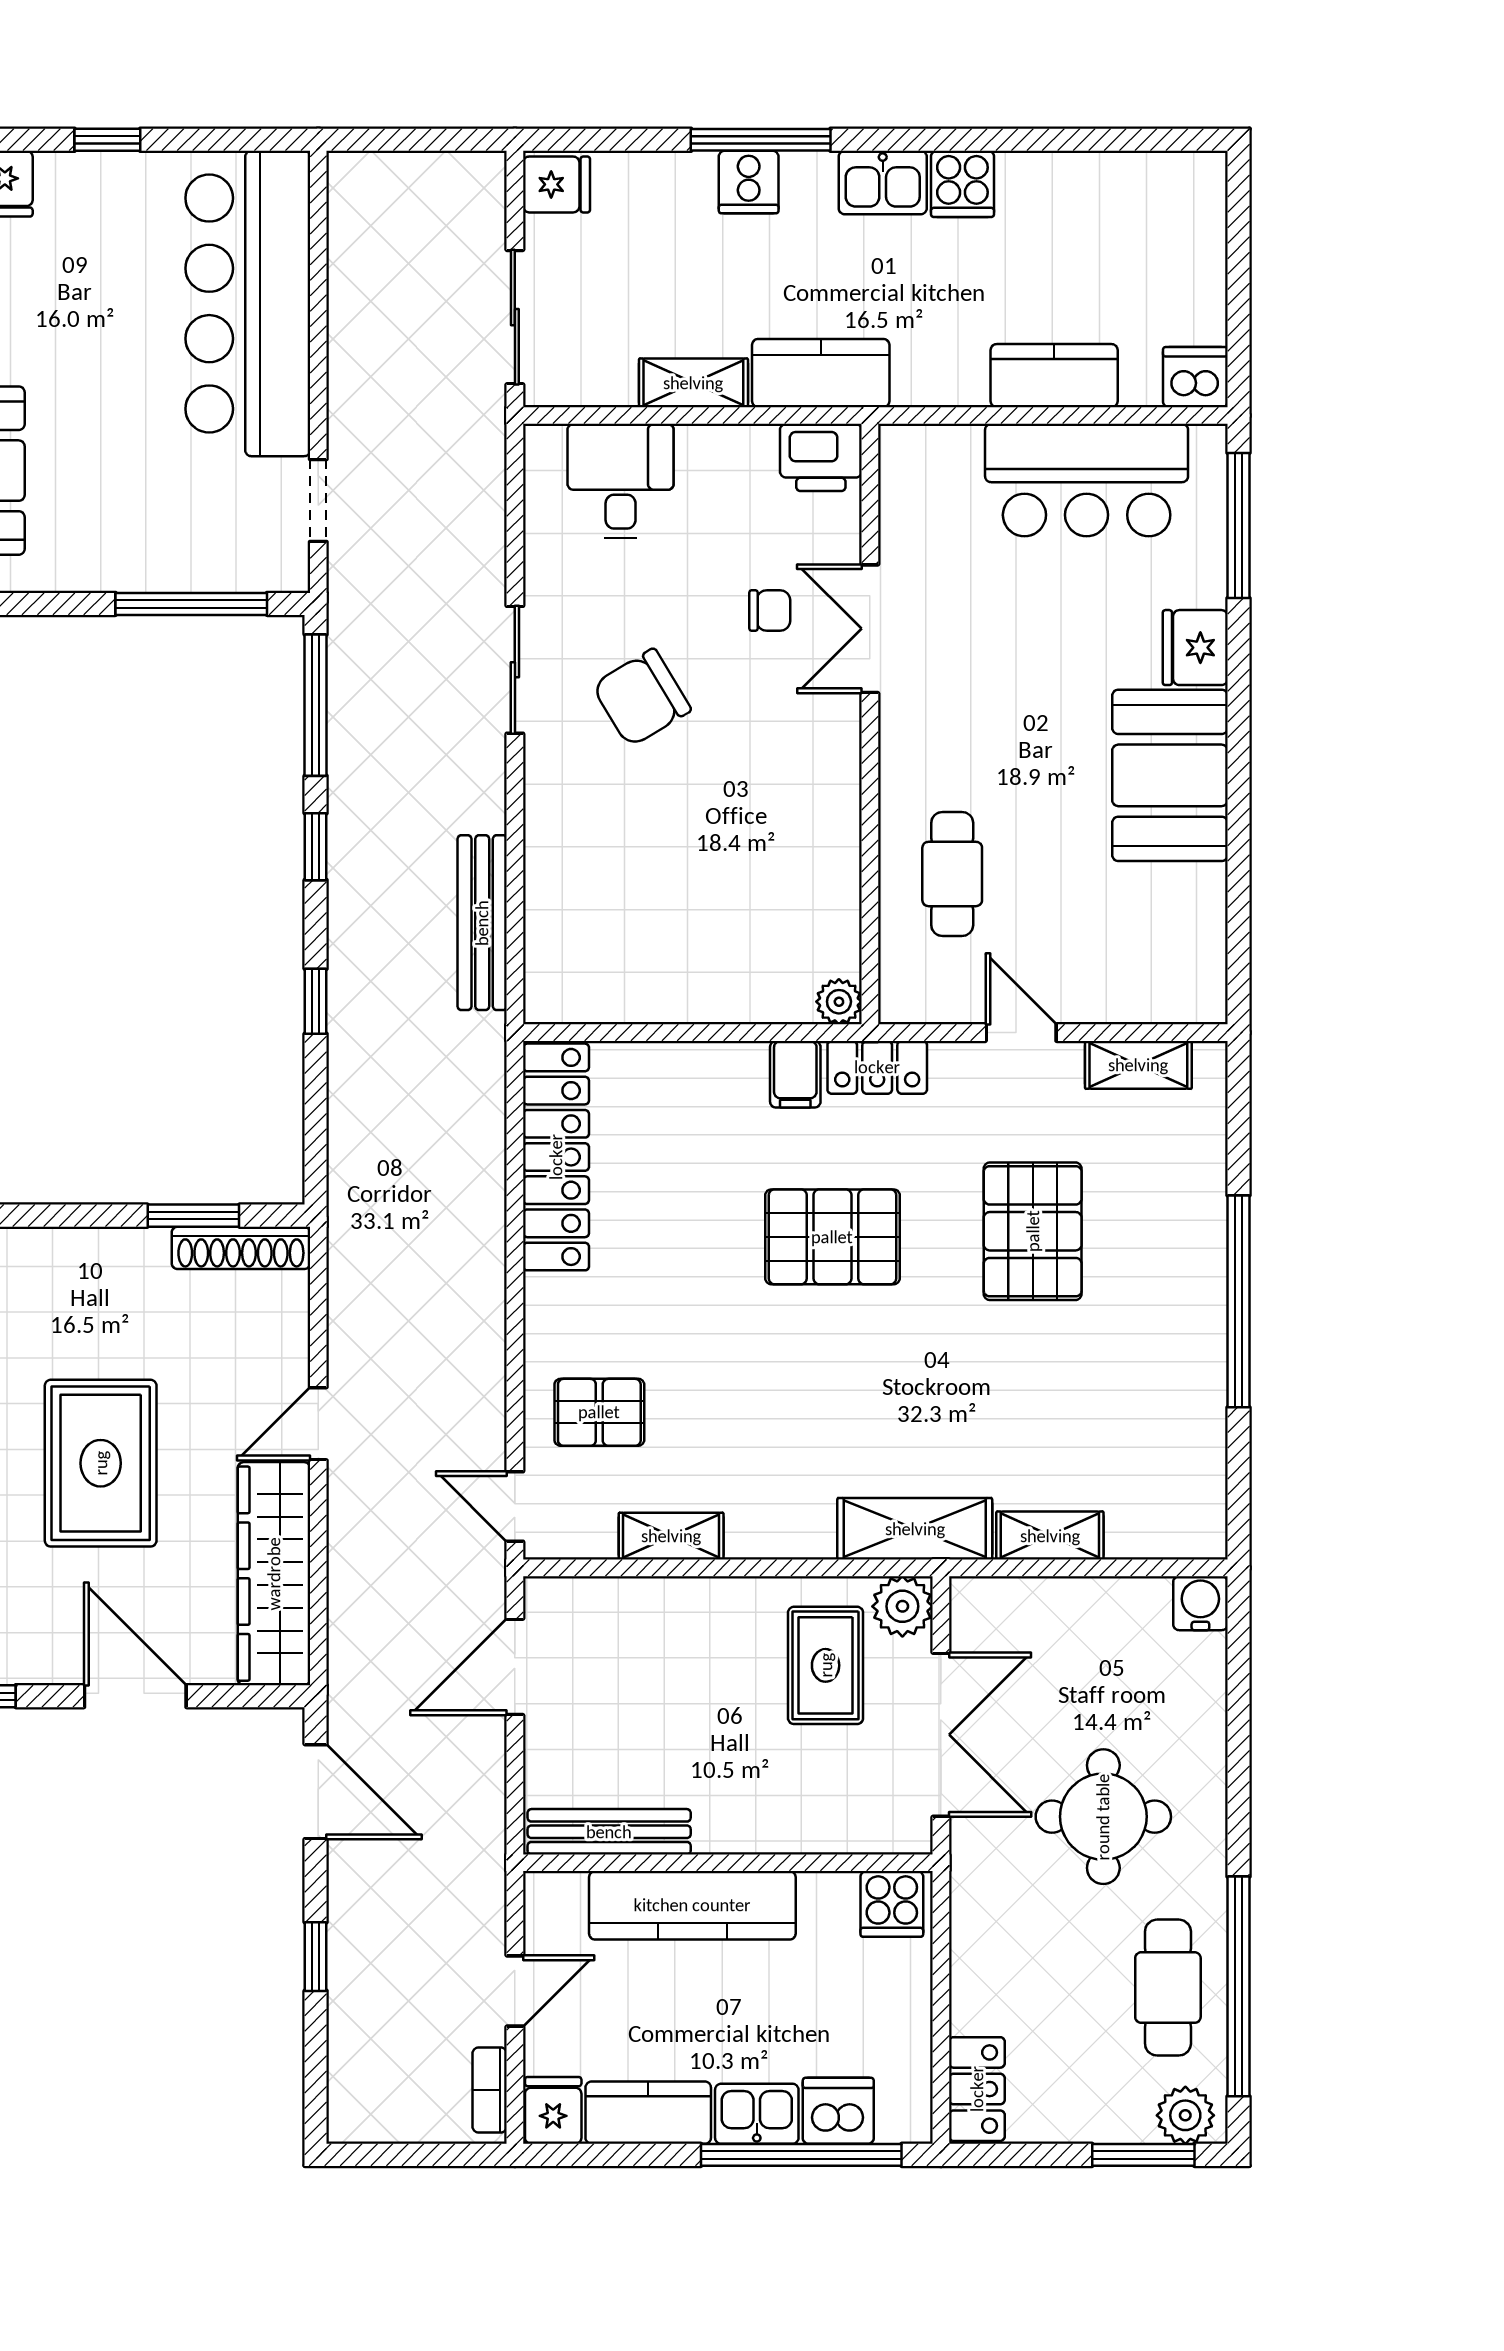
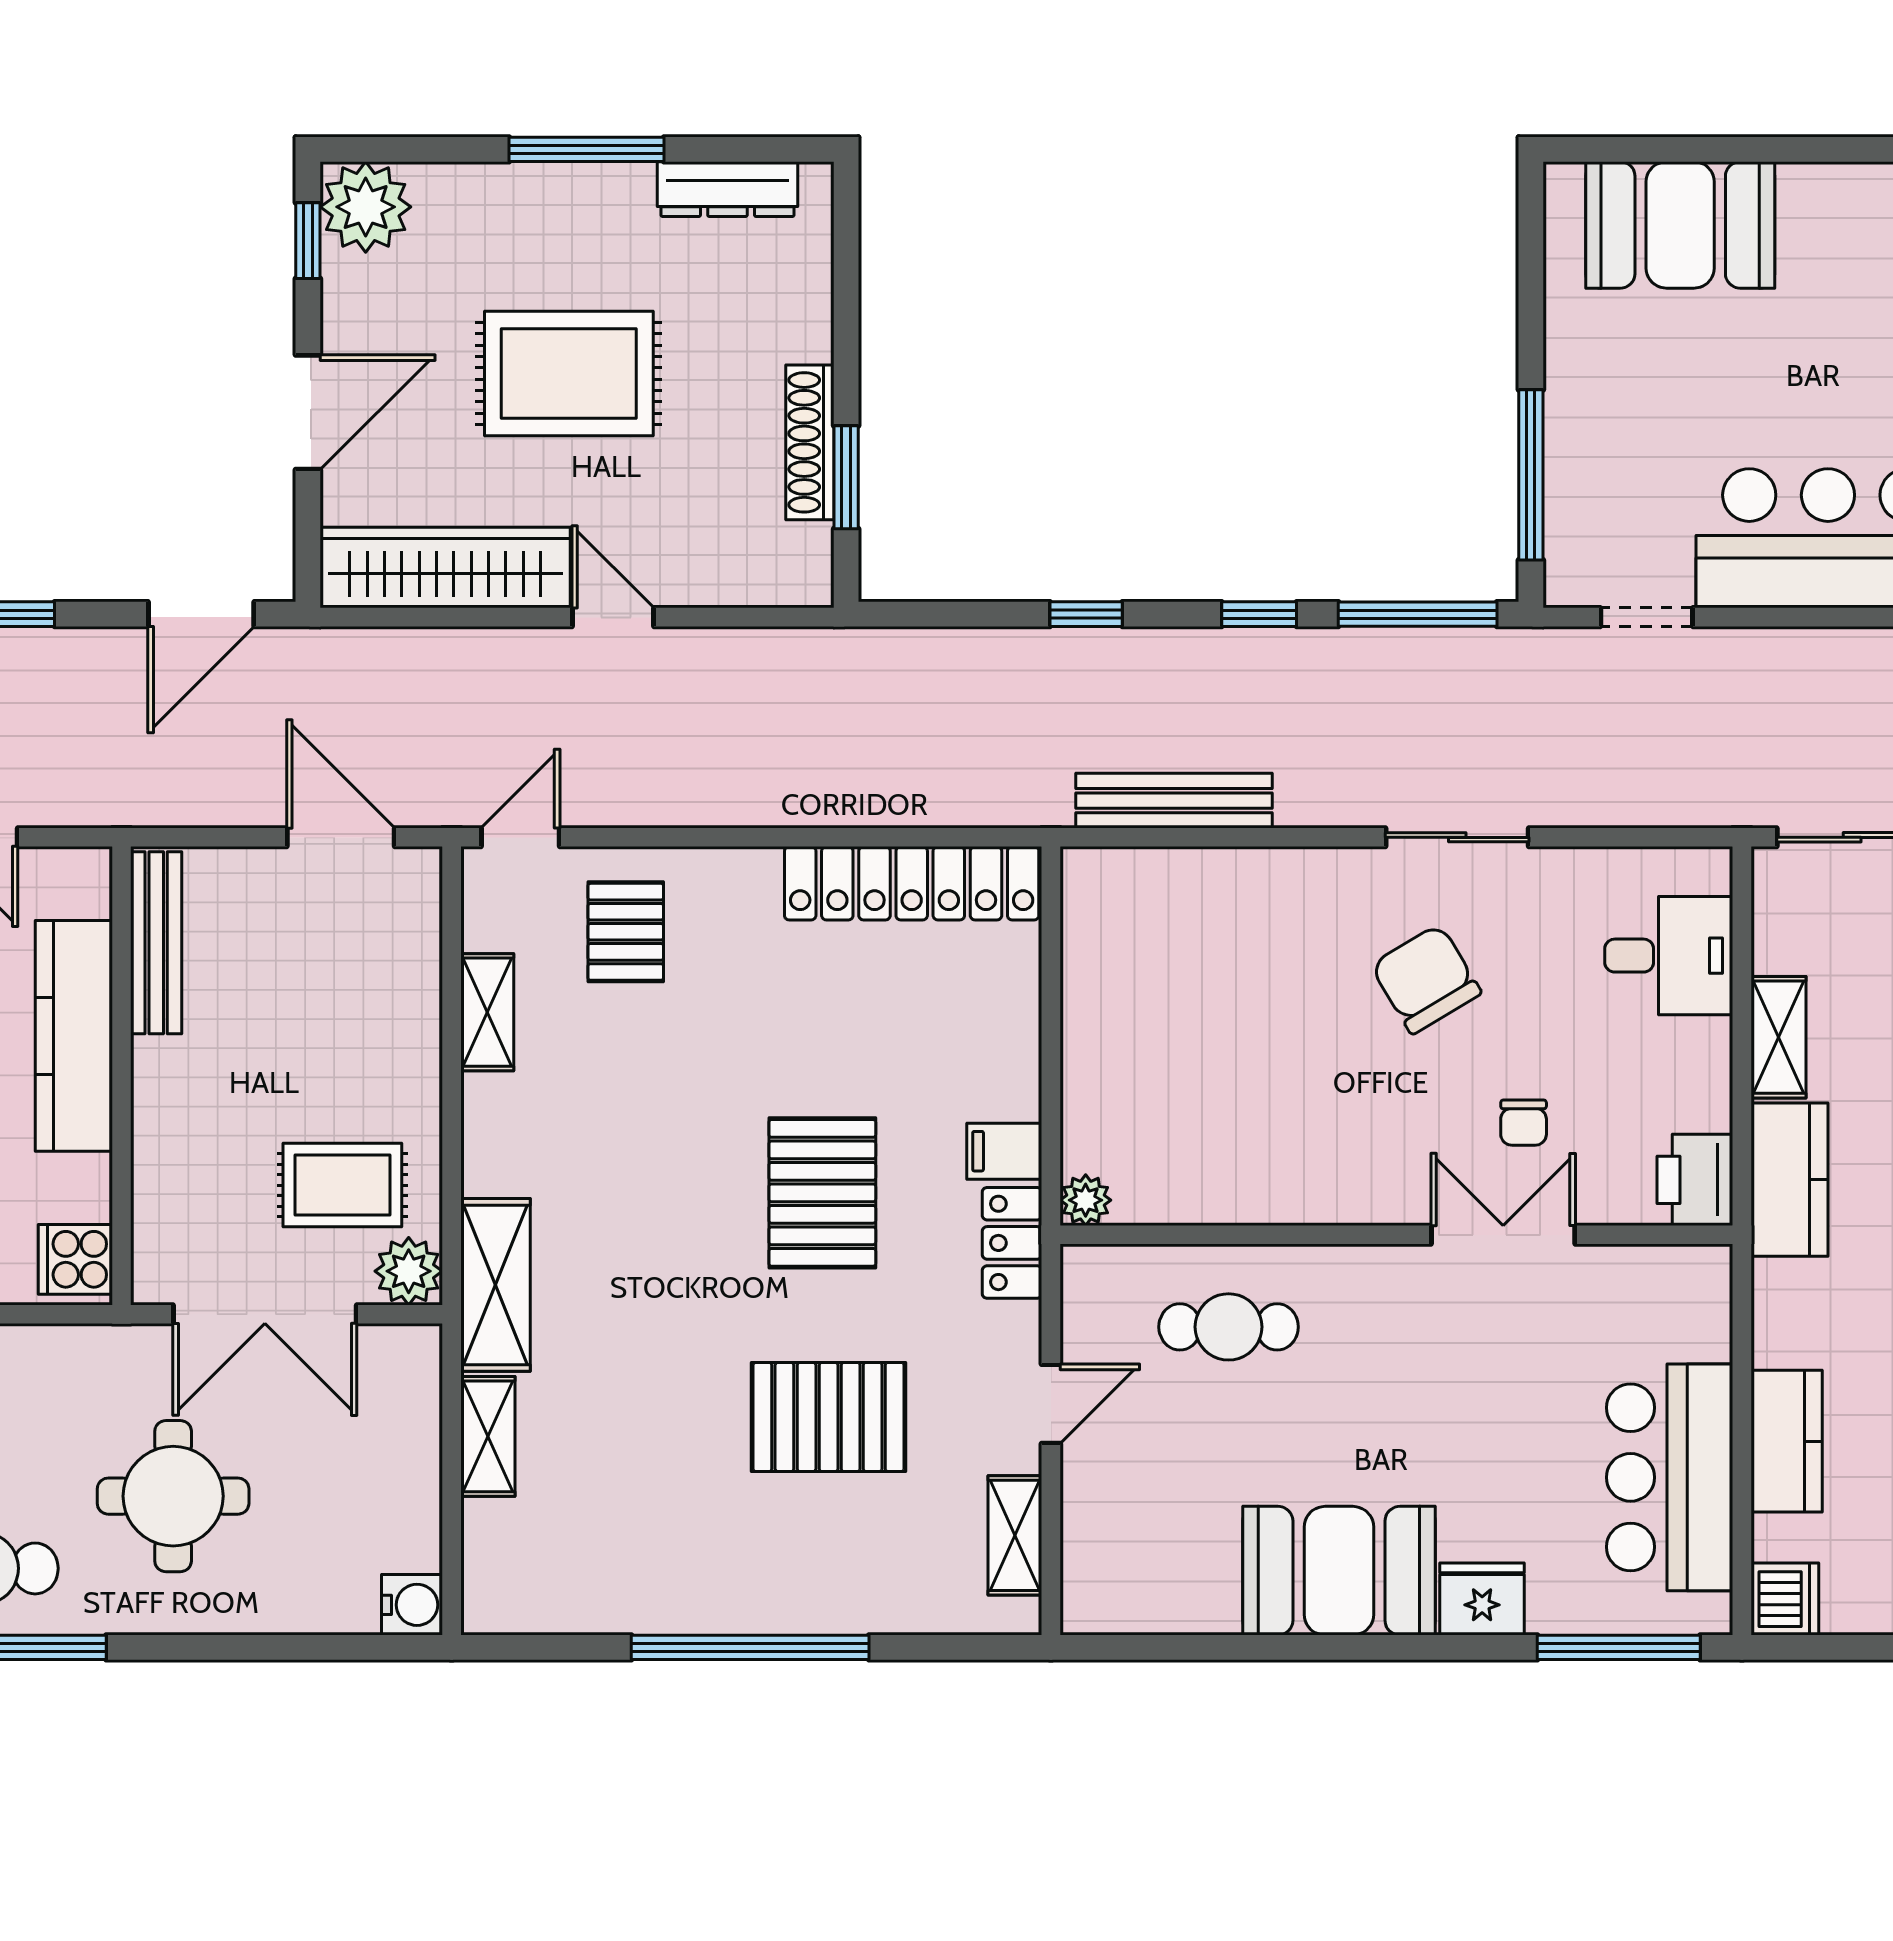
shoe rack: (241, 1248) -> (810, 442), moved

